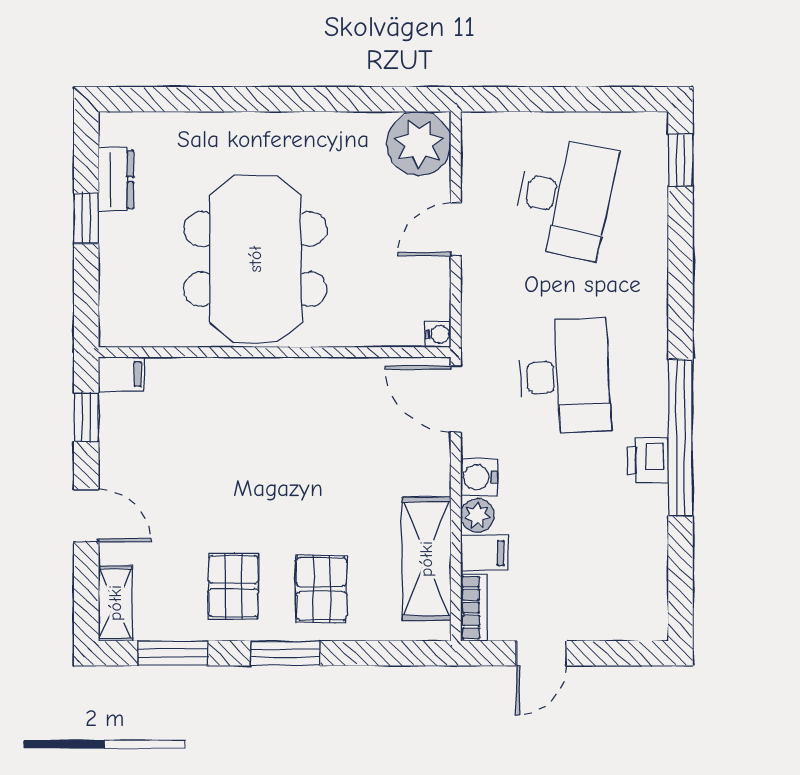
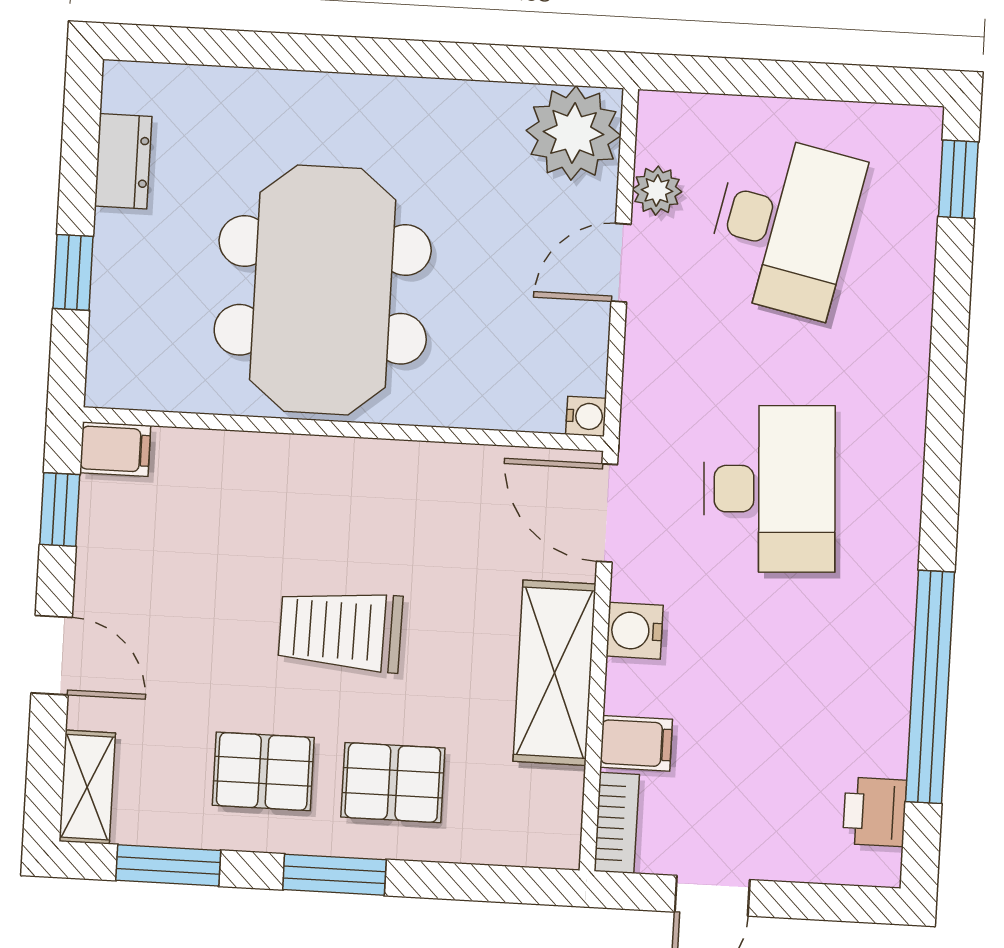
window: (86, 218) -> (73, 272), moved
window: (680, 438) -> (930, 687), moved
printer: (648, 461) -> (875, 812), moved
trolley: (280, 488) -> (340, 630), added
plant: (477, 516) -> (657, 191), moved
shelving: (426, 559) -> (554, 673), moved
pallet: (233, 586) -> (263, 771), turned 90
pallet: (321, 589) -> (393, 783), turned 90

